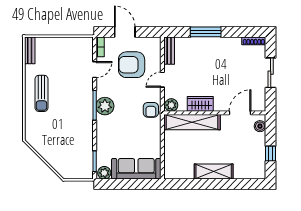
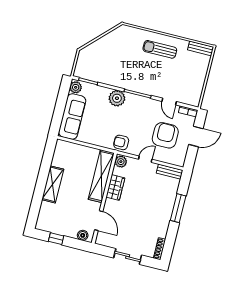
door: (162, 80) -> (145, 159), hinge flipped
plant: (105, 106) -> (117, 98), moved

